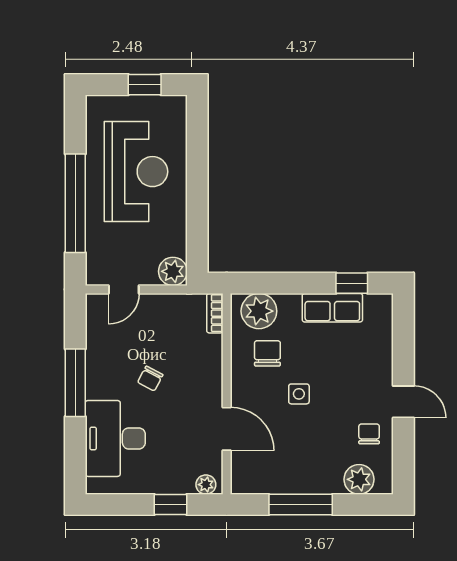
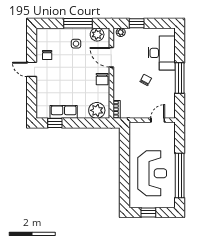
reception desk: (136, 172) -> (152, 173), turned 180
window: (75, 203) -> (180, 175), moved
plant: (173, 271) -> (136, 128), removed
chair: (267, 353) -> (102, 79), moved
side table: (299, 394) -> (76, 44), moved
plant: (359, 479) -> (97, 34), moved

